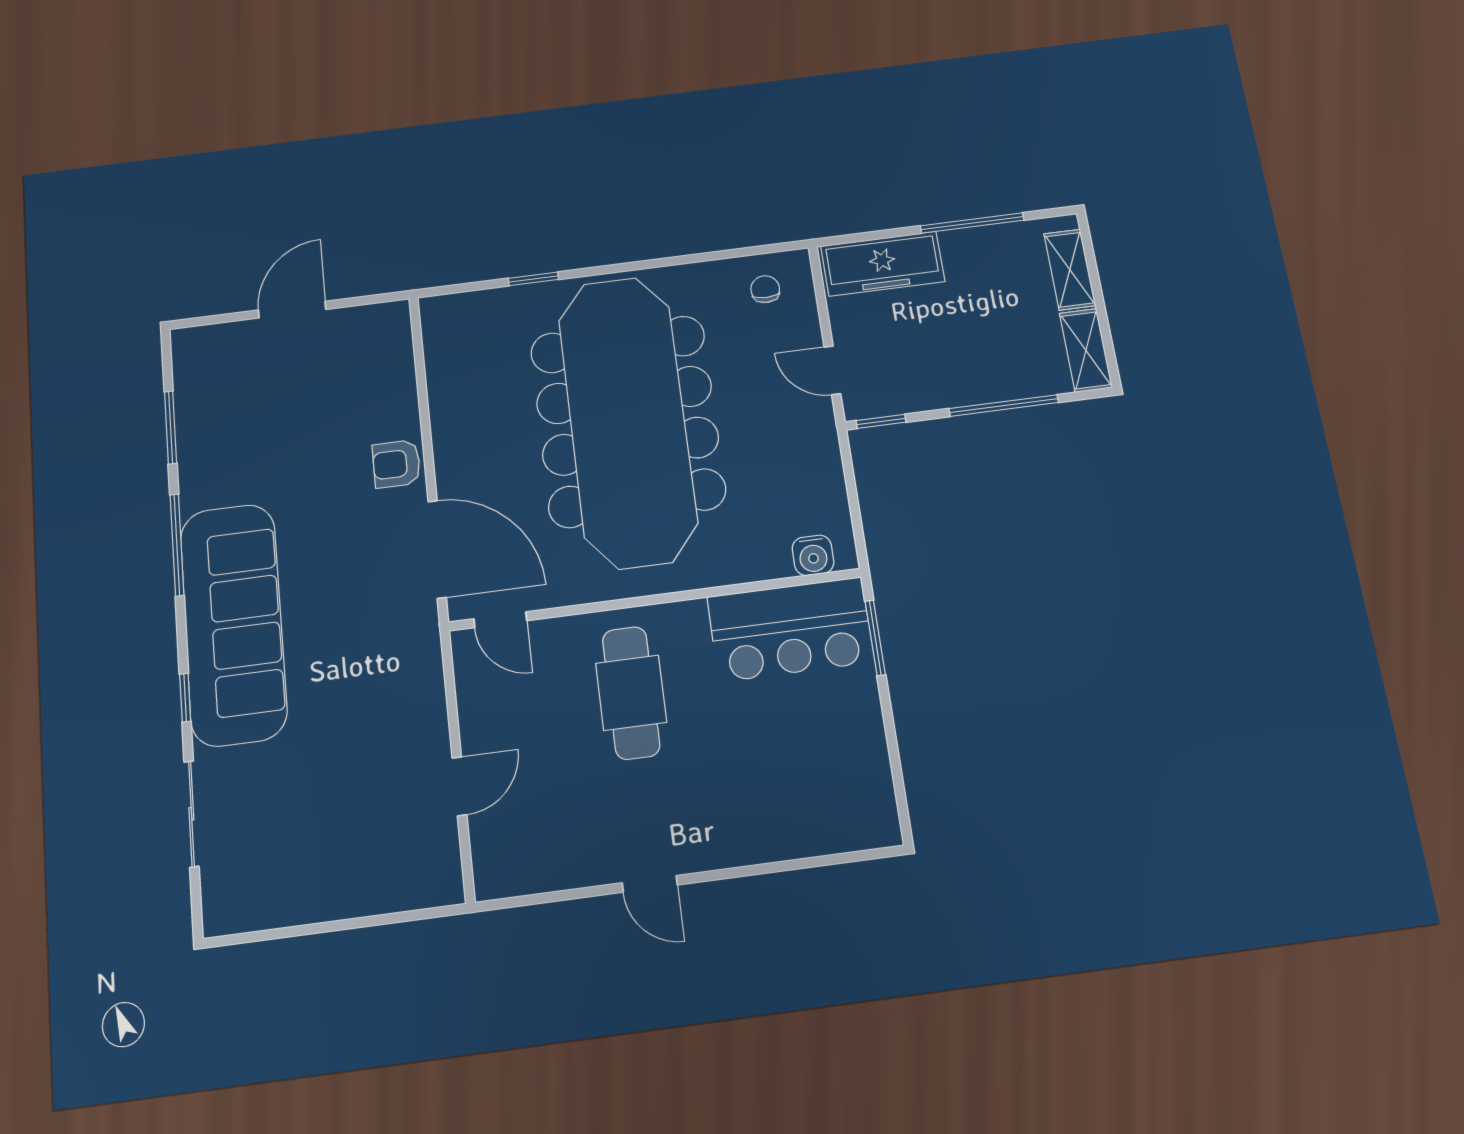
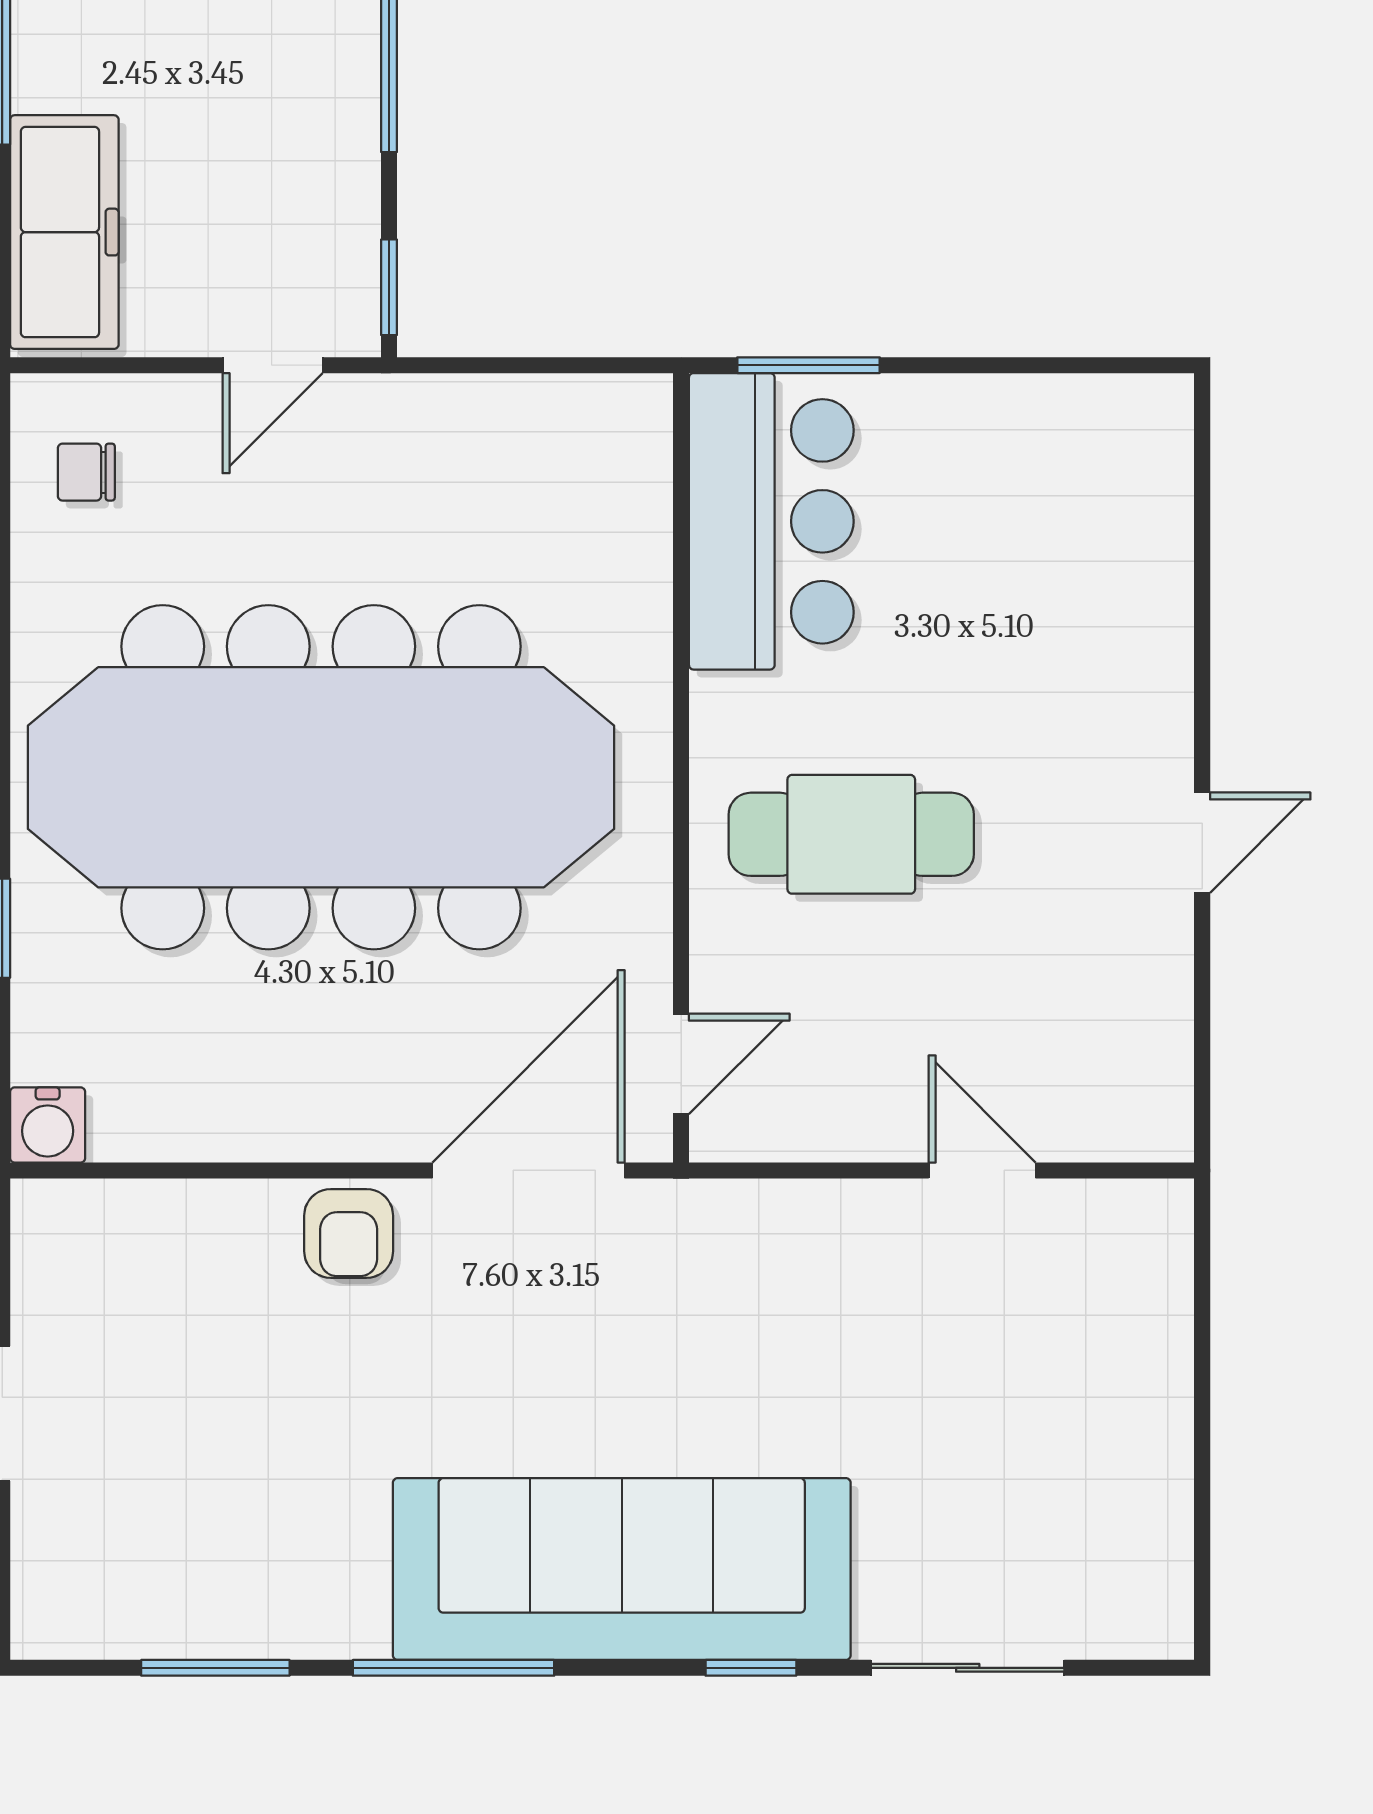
water cooler: (813, 555) -> (48, 1125), moved, turned 90

